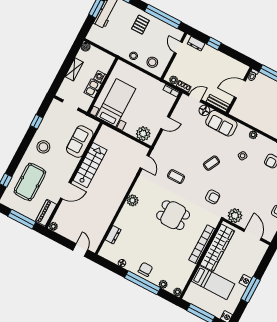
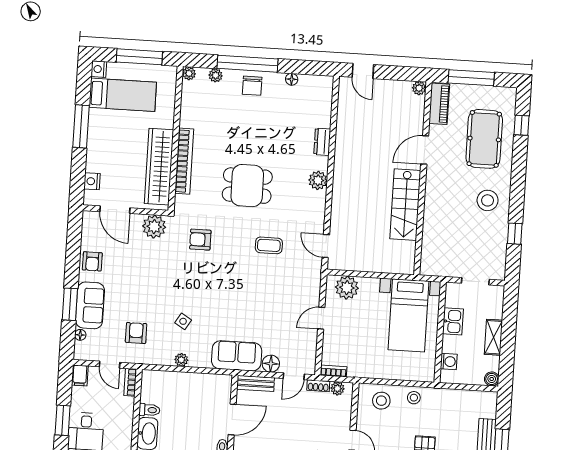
washing machine: (100, 77) -> (449, 361), moved
sofa: (80, 142) -> (437, 233), removed
coffee table: (211, 163) -> (225, 289), removed
dresser: (113, 235) -> (322, 142), moved
nightstand: (245, 281) -> (92, 181), moved
bed: (213, 283) -> (123, 95), moved, turned 180

